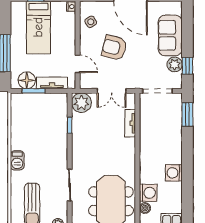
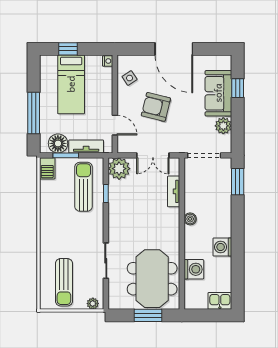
window: (187, 66) -> (238, 88), moved
sun lounger: (50, 119) -> (84, 187), added
barbecue: (17, 160) -> (47, 168), moved
boiler: (145, 208) -> (190, 219), moved

